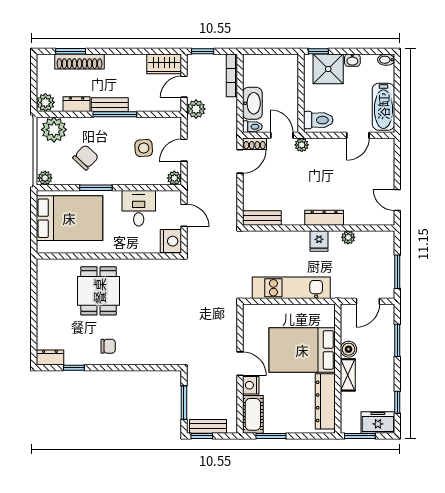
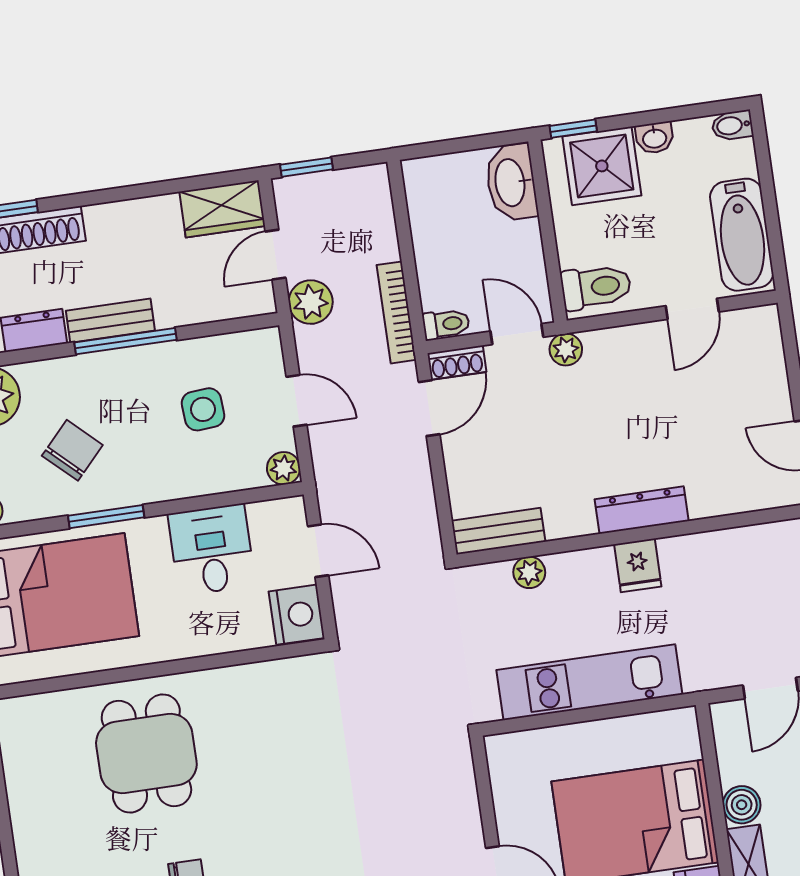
bookcase: (232, 75) -> (396, 312), moved
washbasin: (252, 103) -> (511, 182), moved, turned 180
door: (184, 150) -> (297, 401), swing flipped
plant: (348, 237) -> (529, 572), moved

